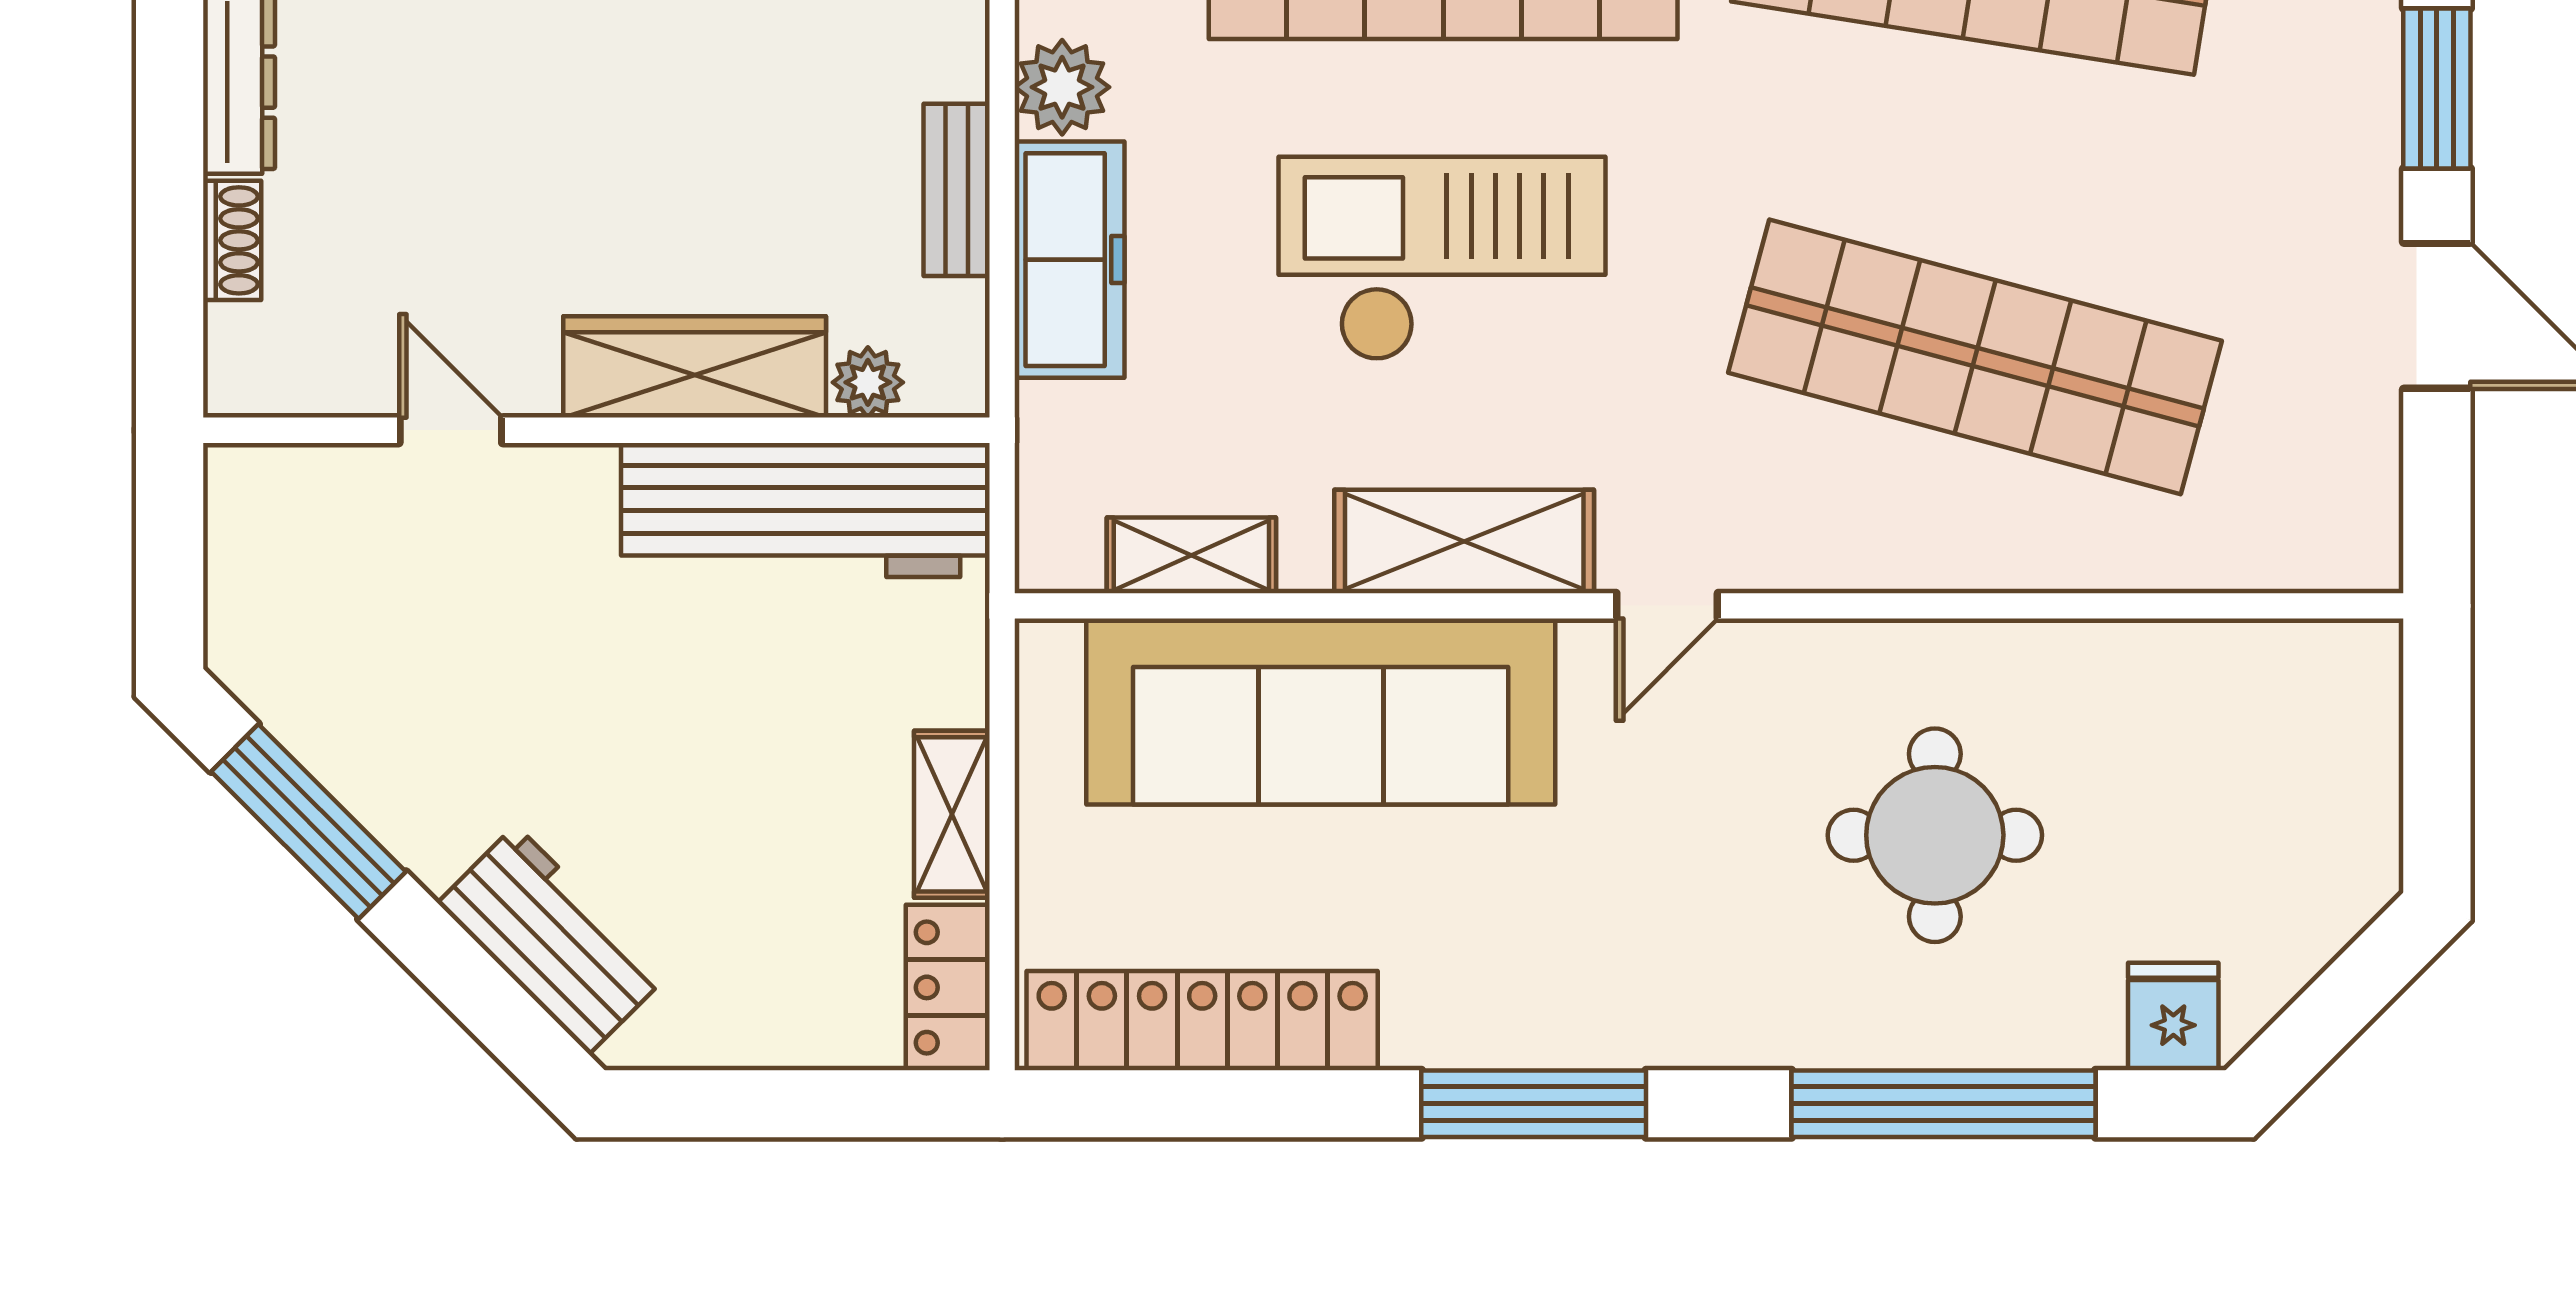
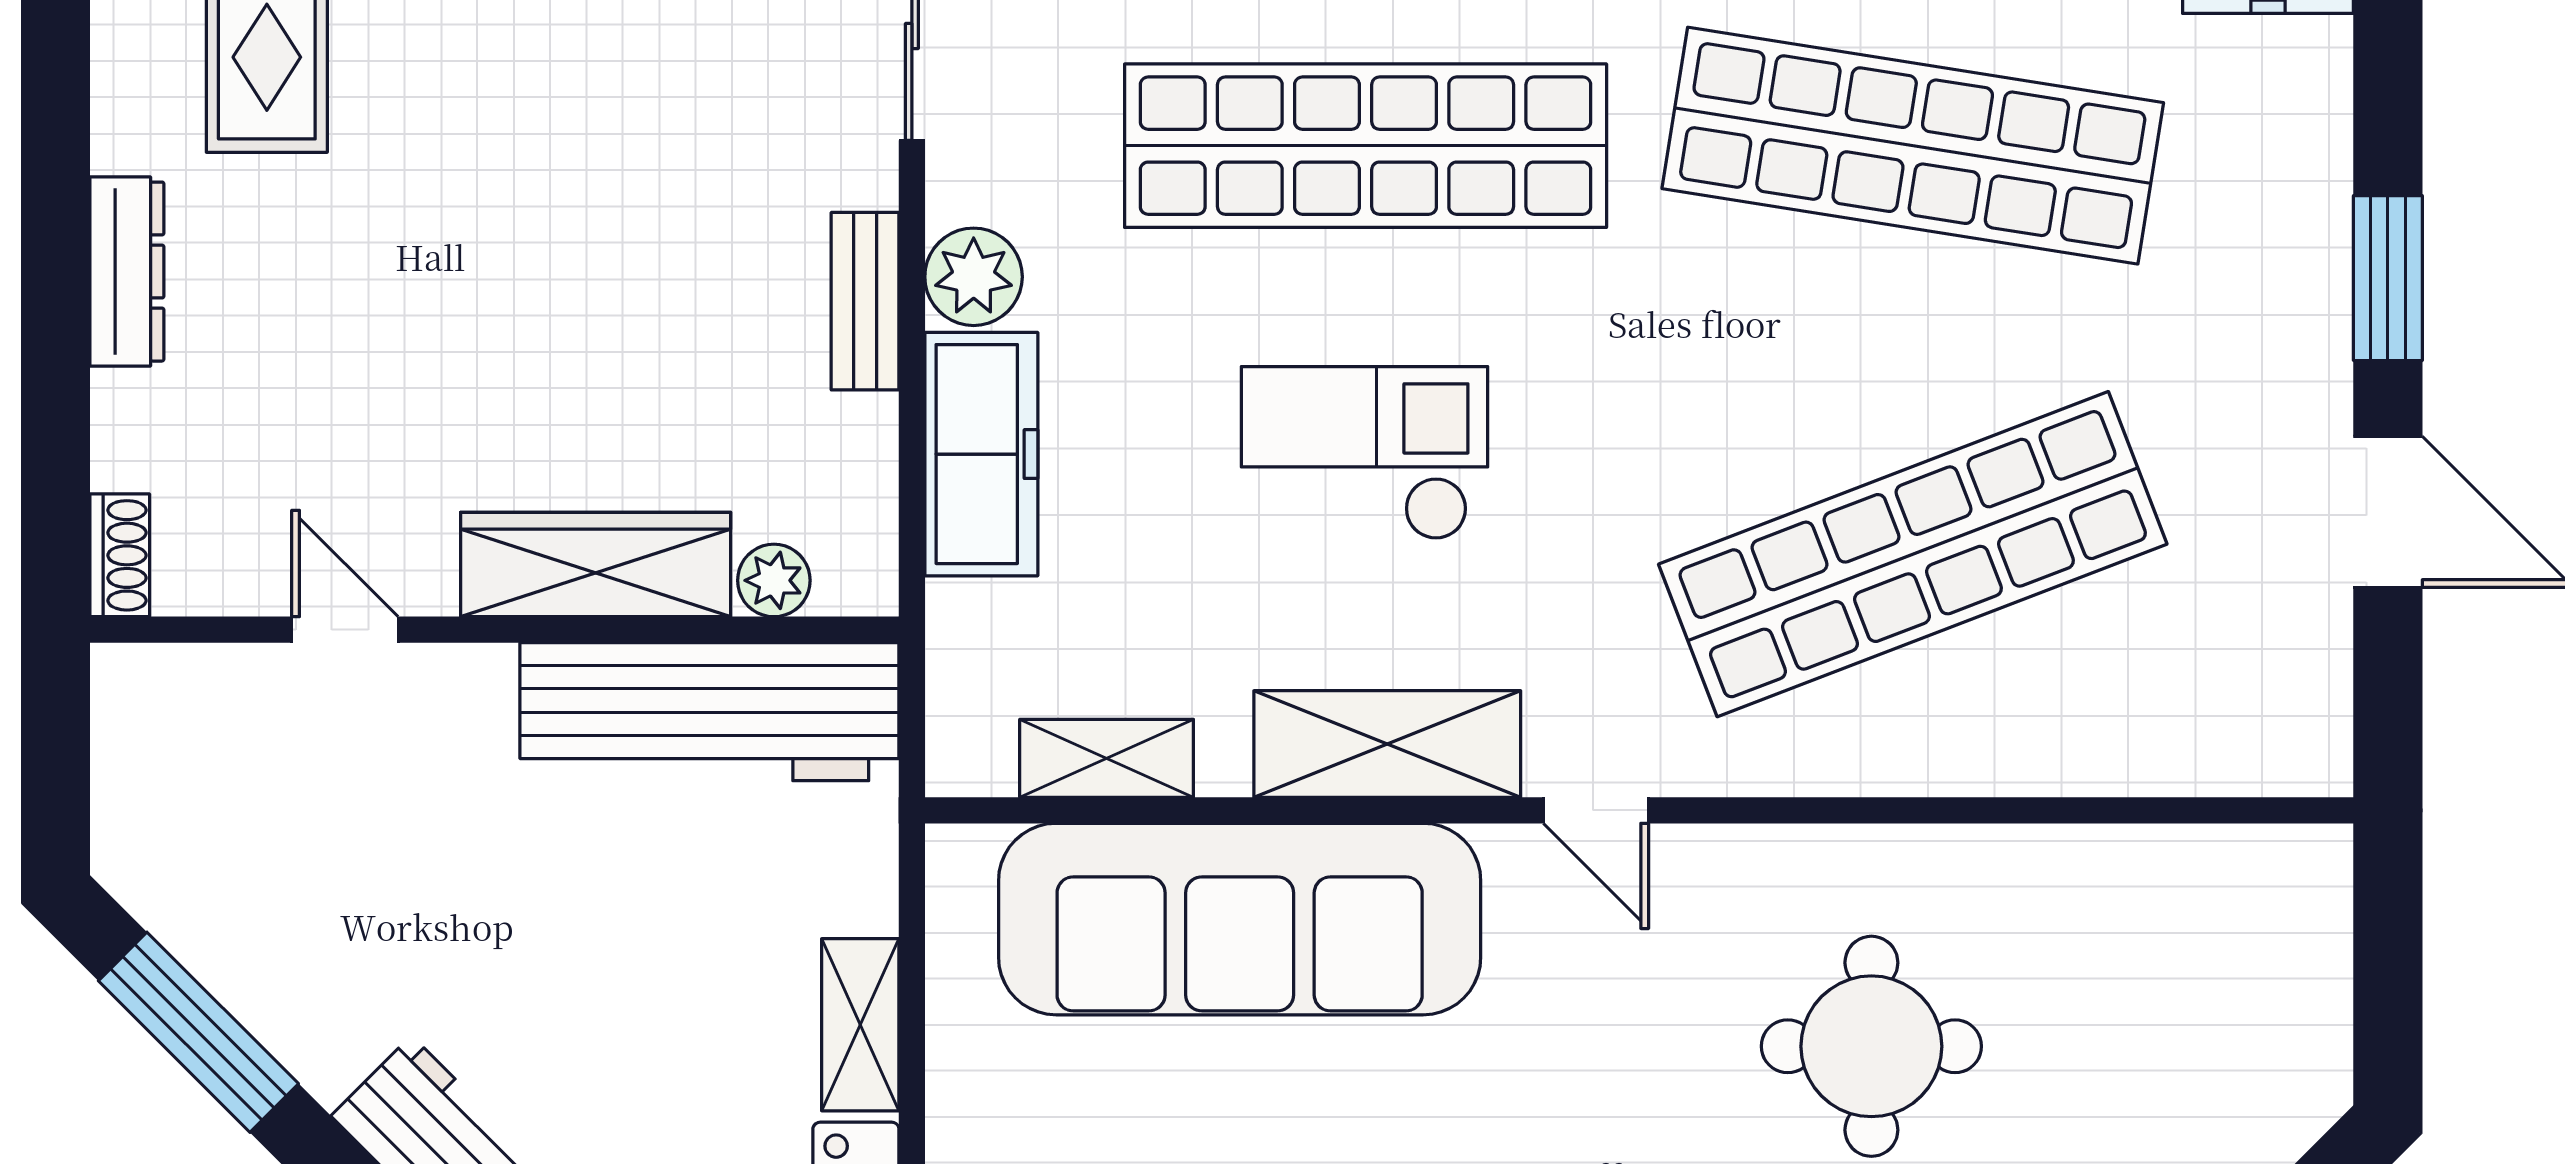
bench: (957, 190) -> (865, 301), moved
shoe rack: (232, 240) -> (120, 555), moved
checkout: (1442, 259) -> (1365, 453), width x0.73, depth x0.83
shop shelf: (1975, 357) -> (1913, 554), turned -36
door: (1667, 606) -> (1596, 810), hinge flipped

